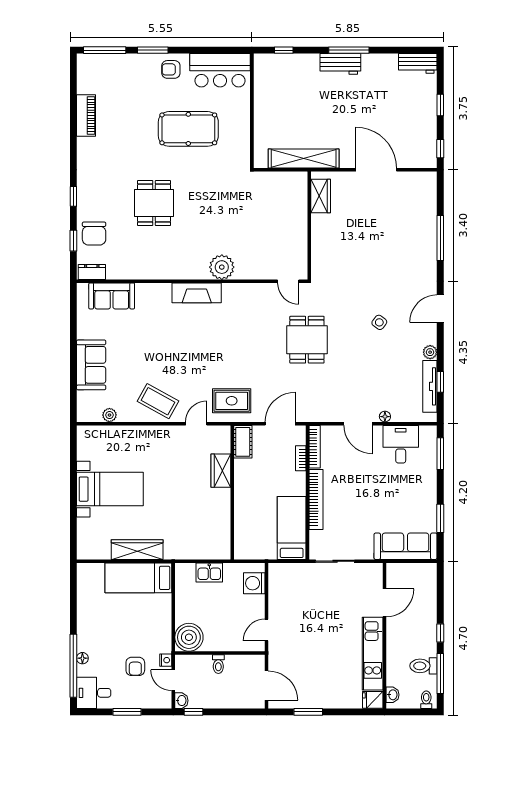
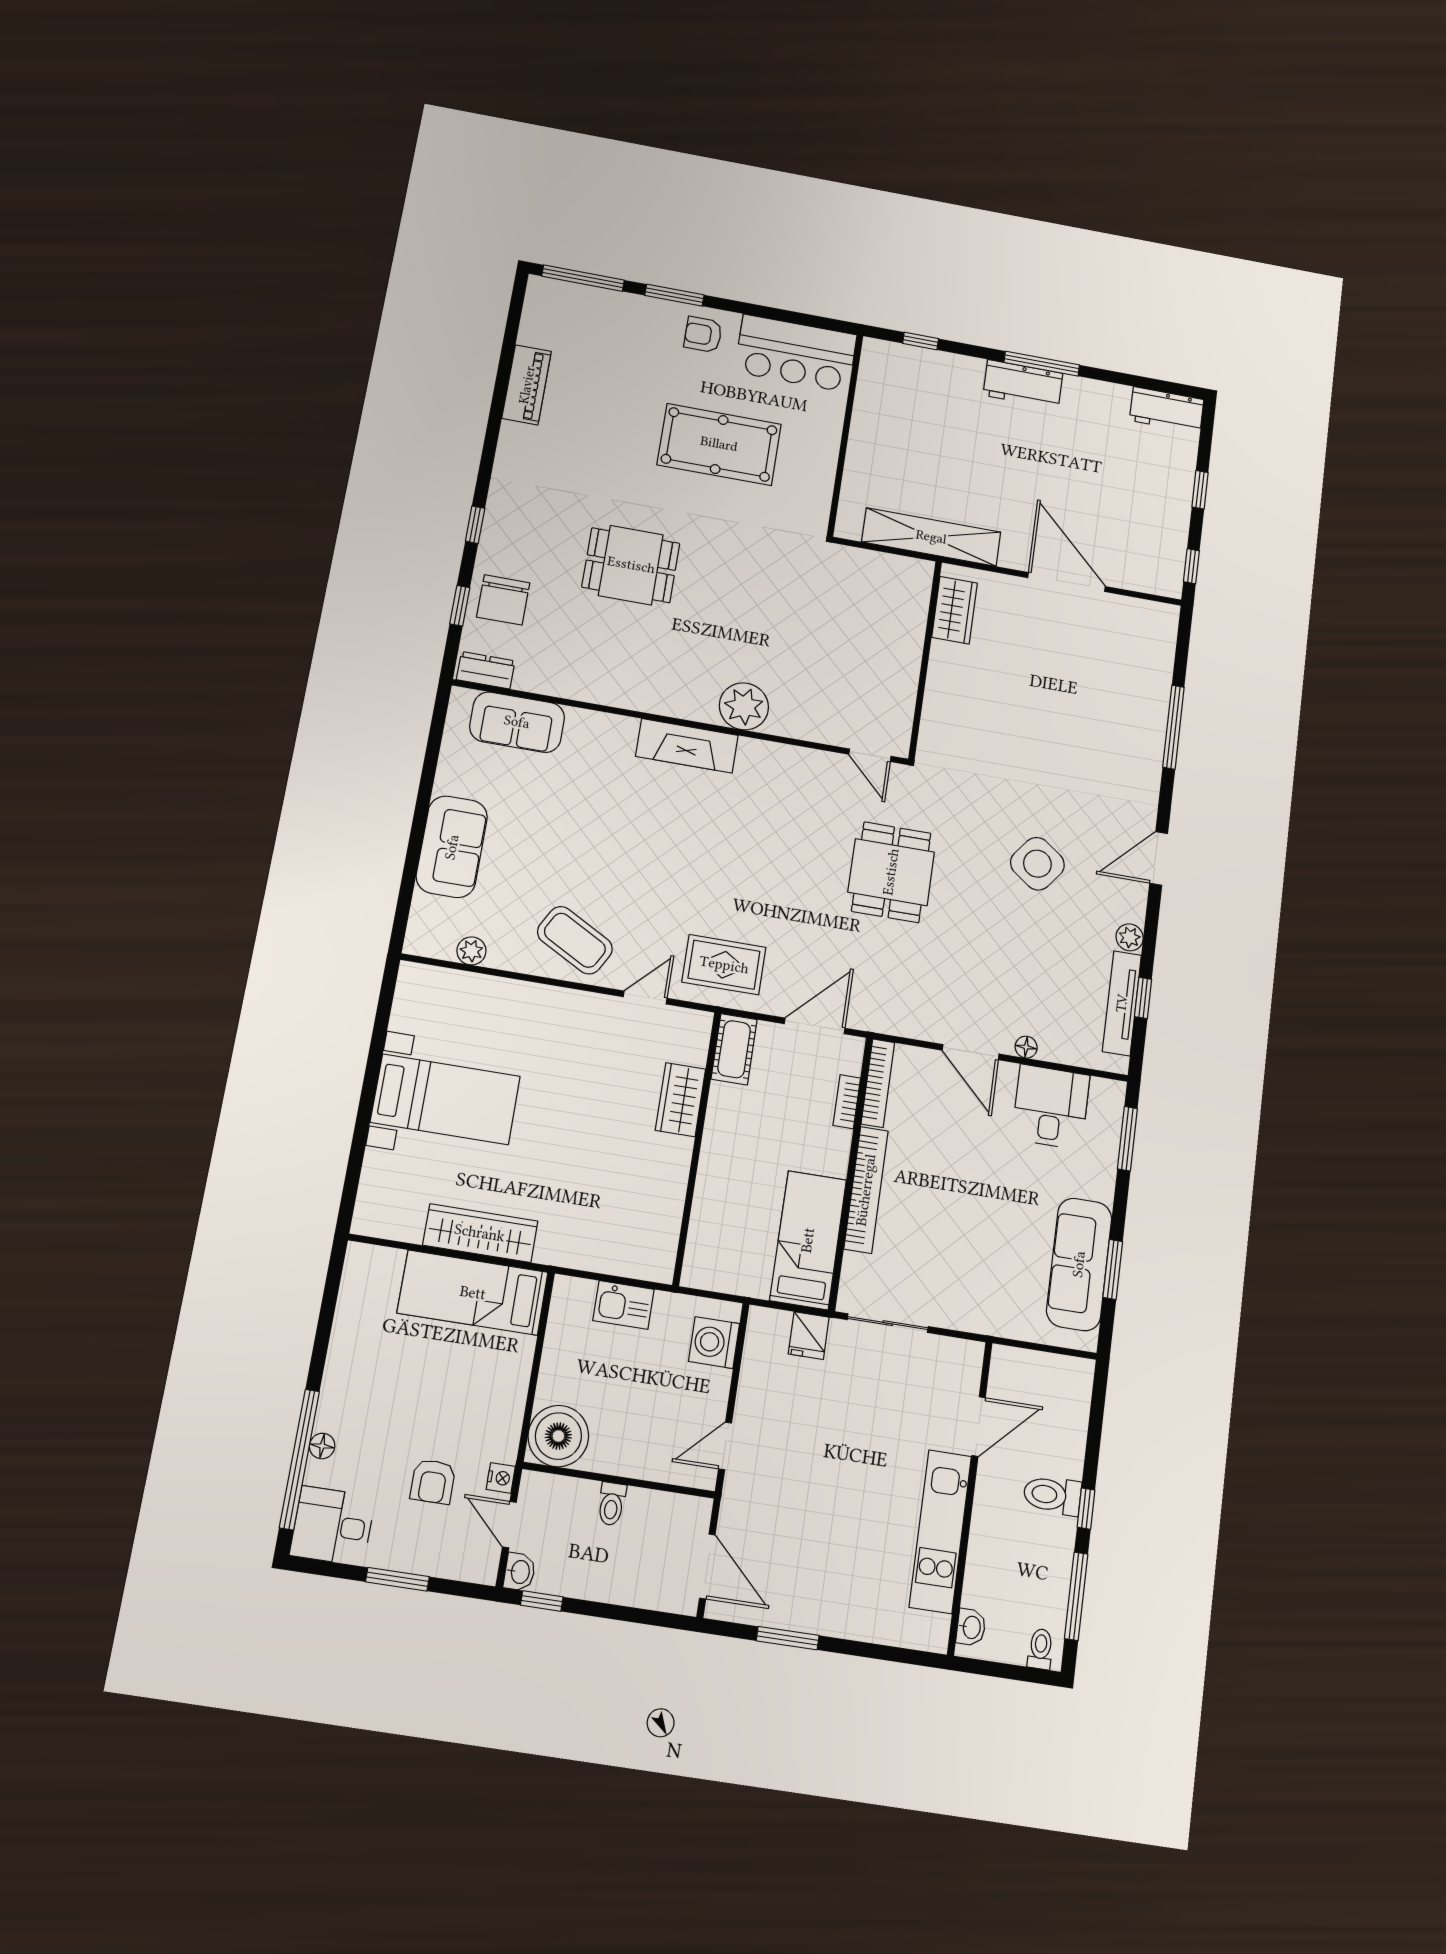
dining table: (154, 203) -> (631, 565), turned 90
side table: (379, 322) -> (1037, 864), width x1.87, depth x1.87
sofa: (406, 546) -> (1079, 1264), moved, turned -90
toilet: (423, 666) -> (1052, 1495), moved
fridge: (373, 700) -> (809, 1336), moved, turned -90

